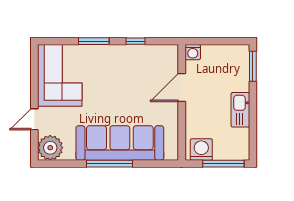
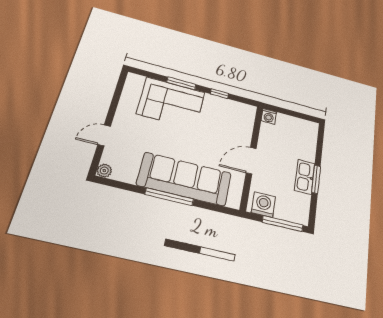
window: (253, 66) -> (316, 179), moved
corner sofa: (60, 75) -> (171, 103), moved, turned 90
door: (182, 88) -> (251, 161), moved
plant: (50, 148) -> (104, 171), width x0.53, depth x0.53

